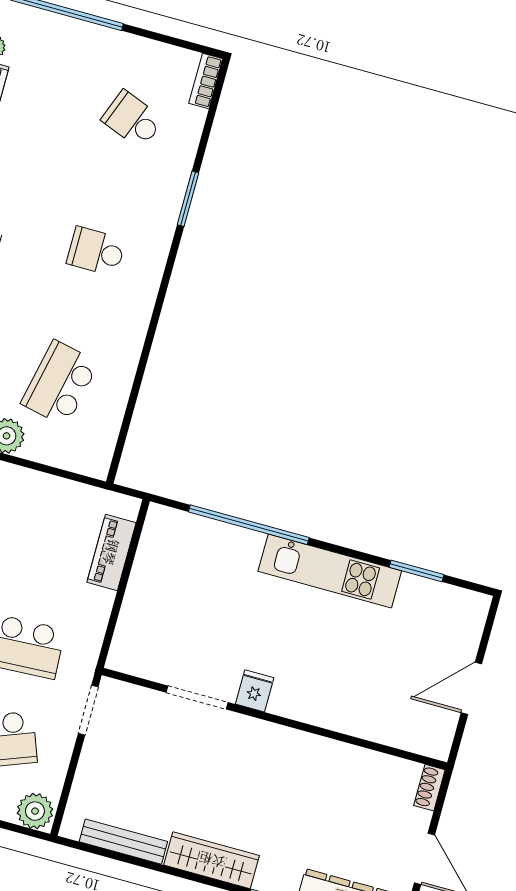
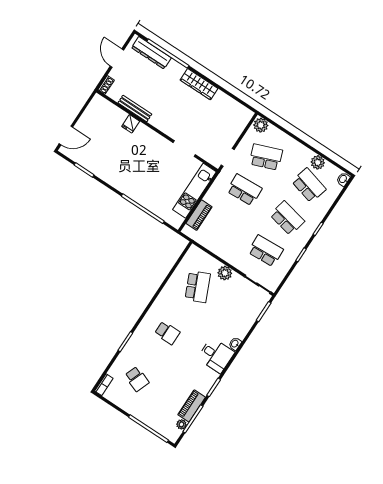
school desk: (60, 383) -> (198, 287), turned -36
kitchen unit: (330, 571) -> (194, 191), moved, turned -90
door: (471, 688) -> (66, 135), moved
fridge: (255, 691) -> (131, 124), moved
bench: (123, 842) -> (135, 109), moved

